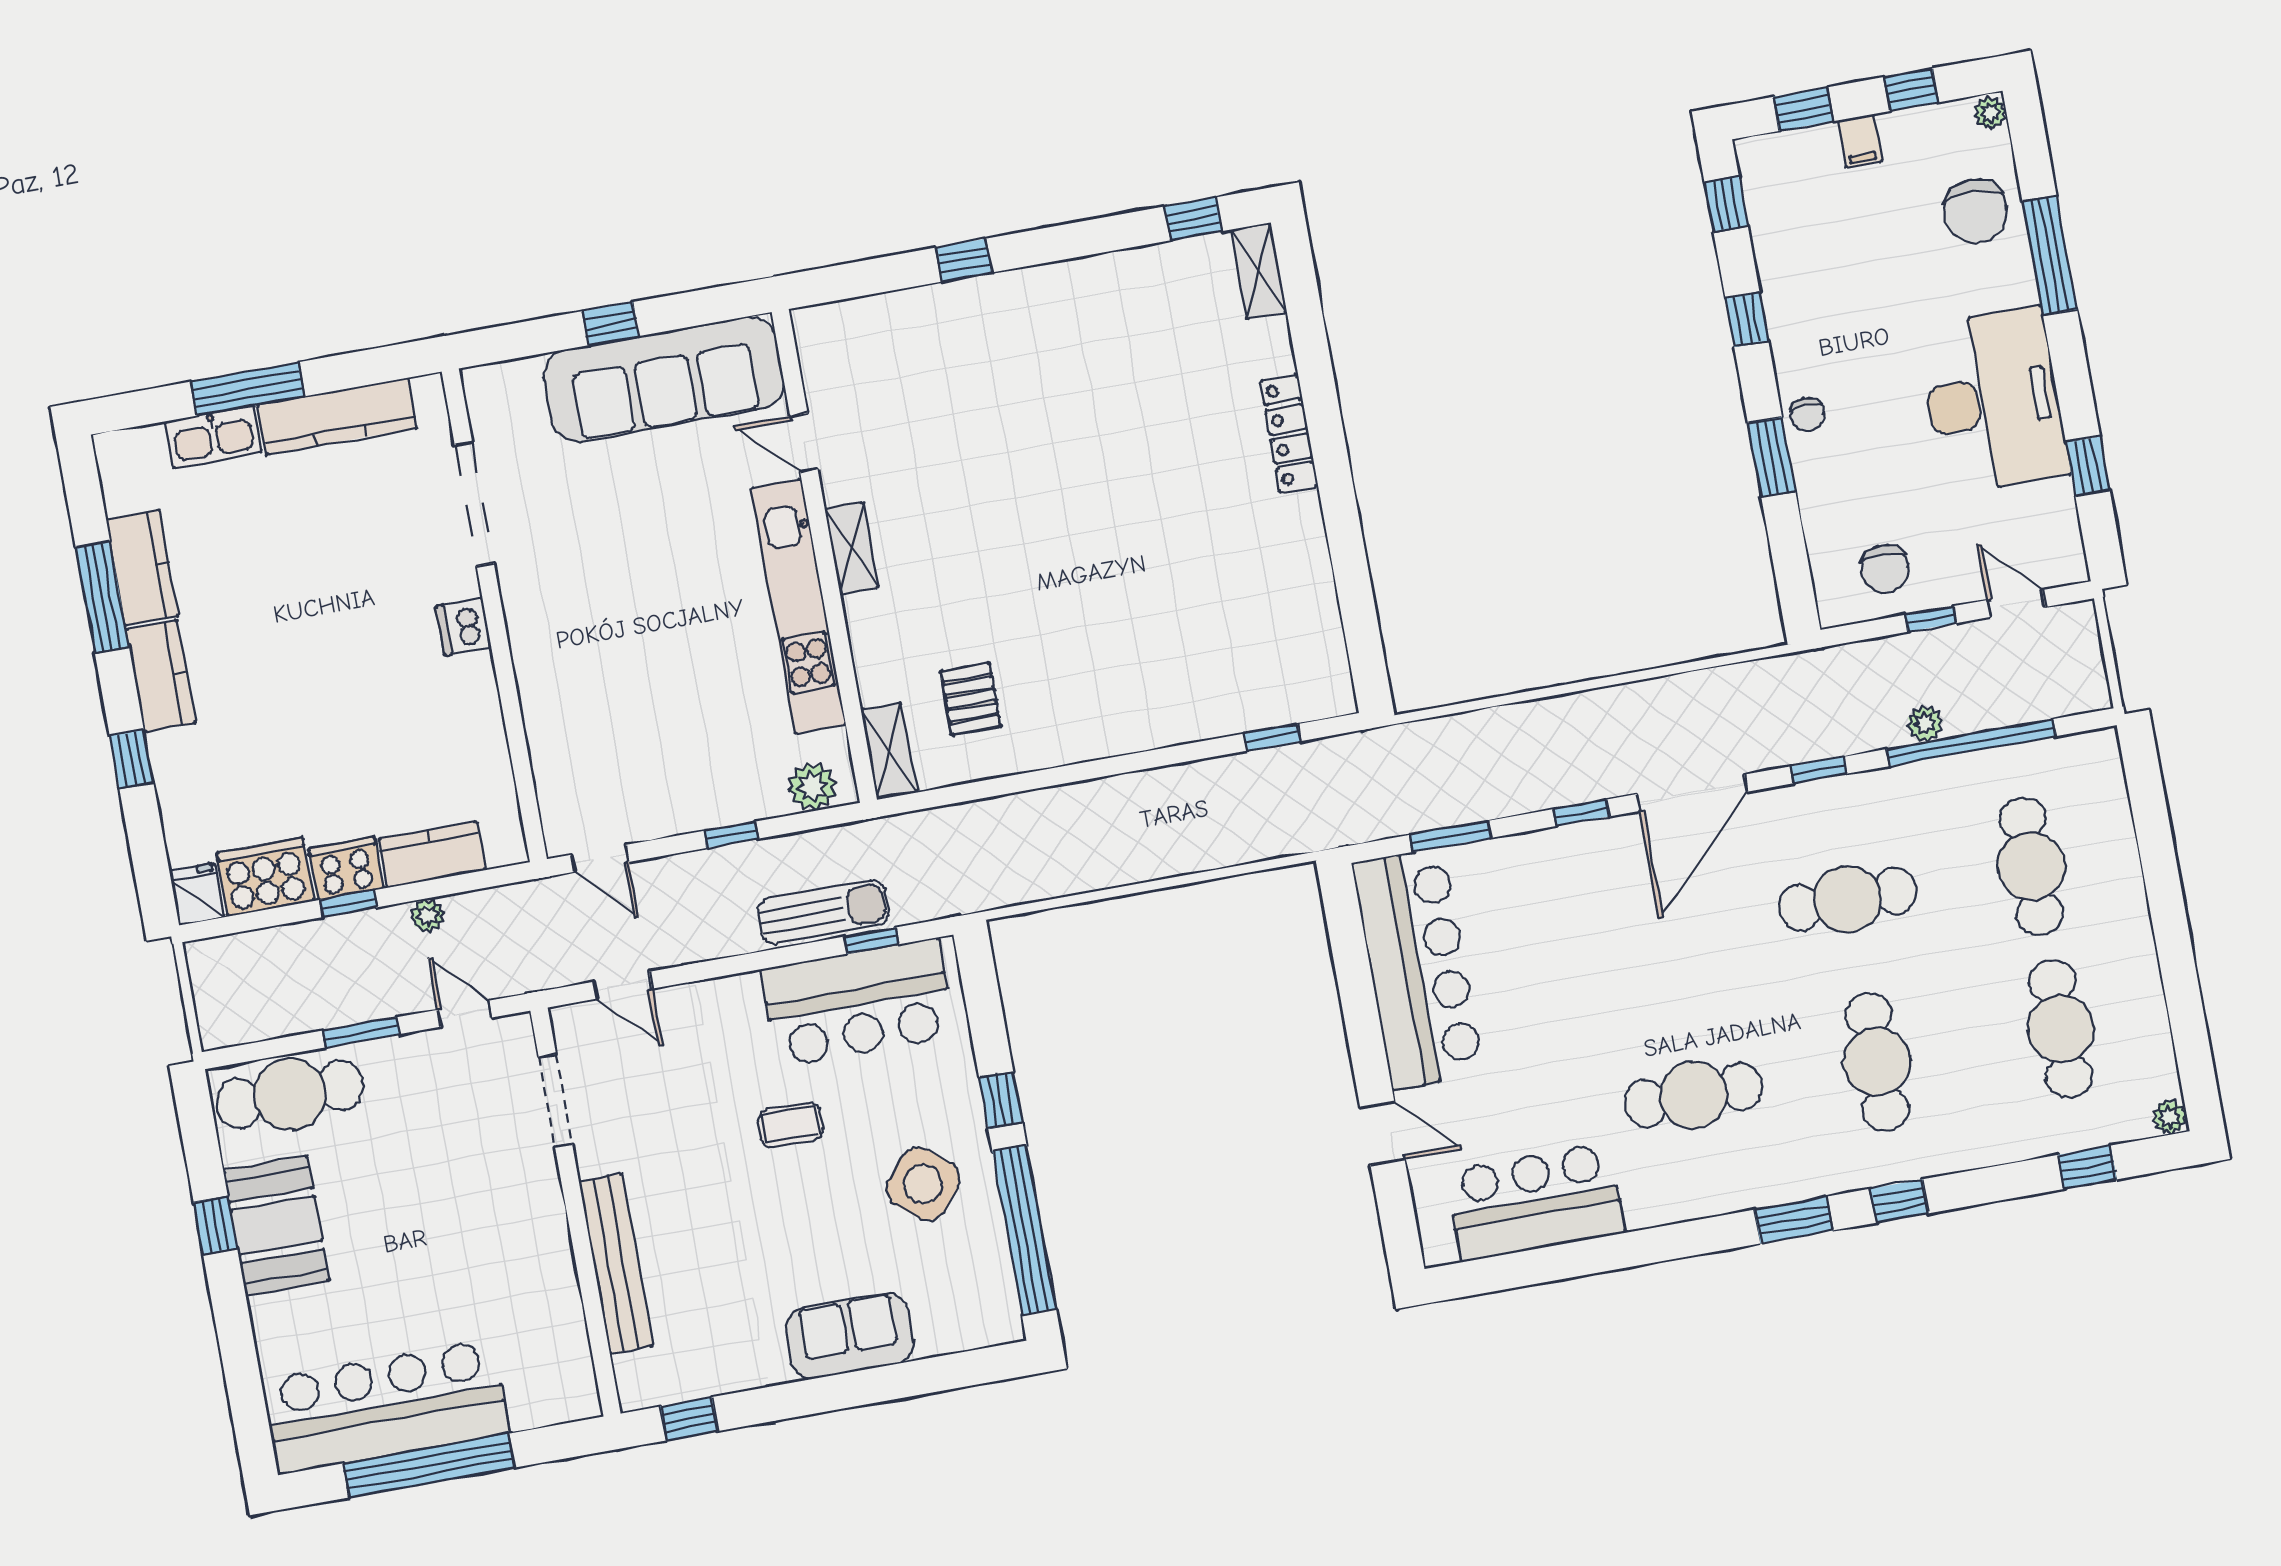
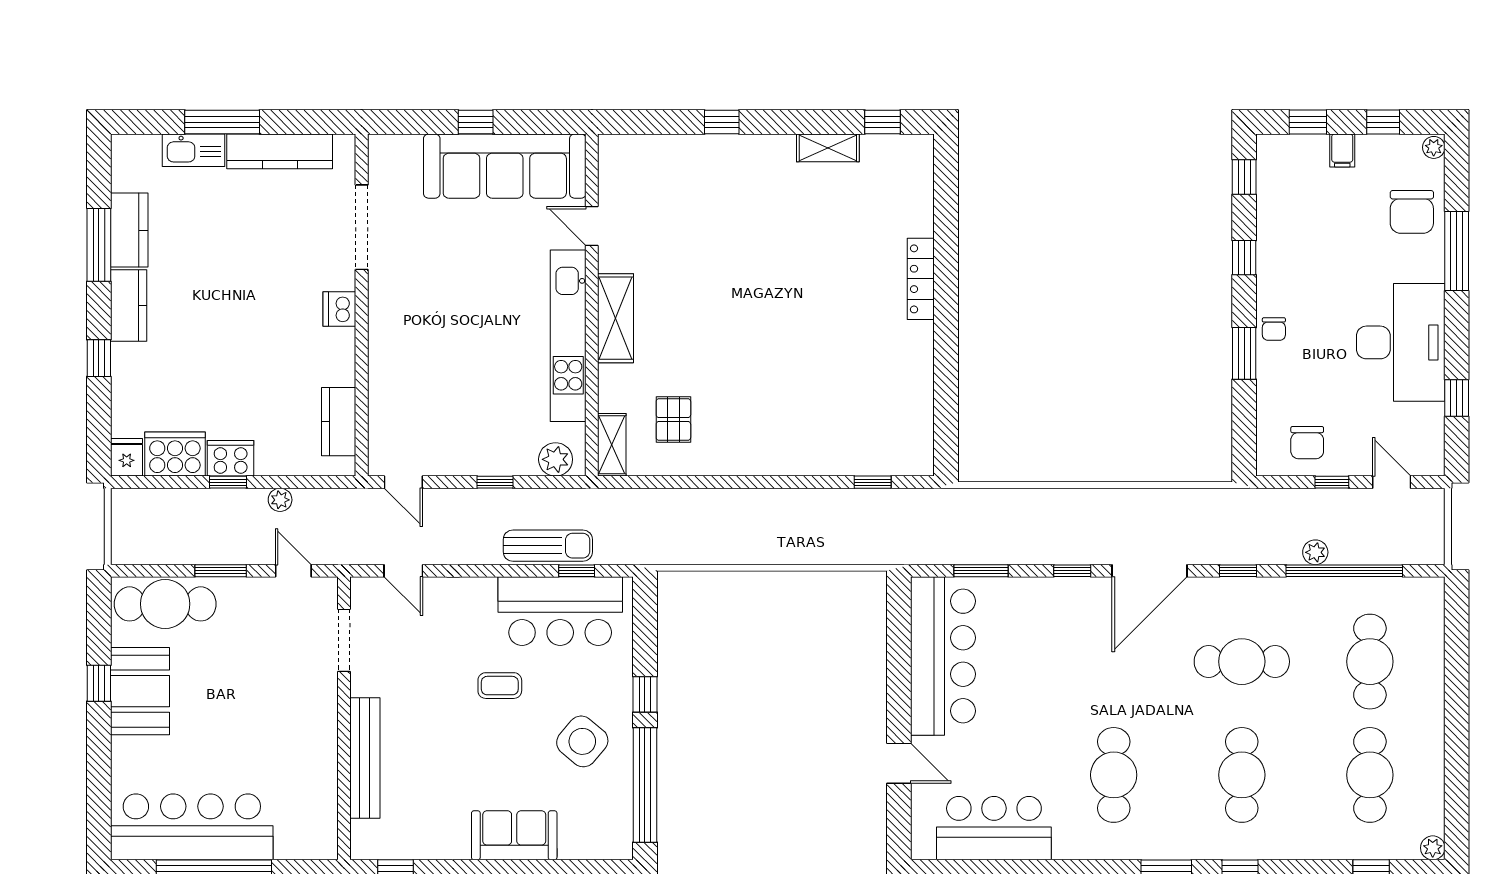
shelving: (1259, 271) -> (828, 148), moved, turned 90
shelving: (851, 548) -> (616, 318), width x1.50, depth x1.33
kitchen counter: (432, 855) -> (339, 422), moved, turned -90
cafe table: (1693, 1095) -> (1114, 775), turned 90

